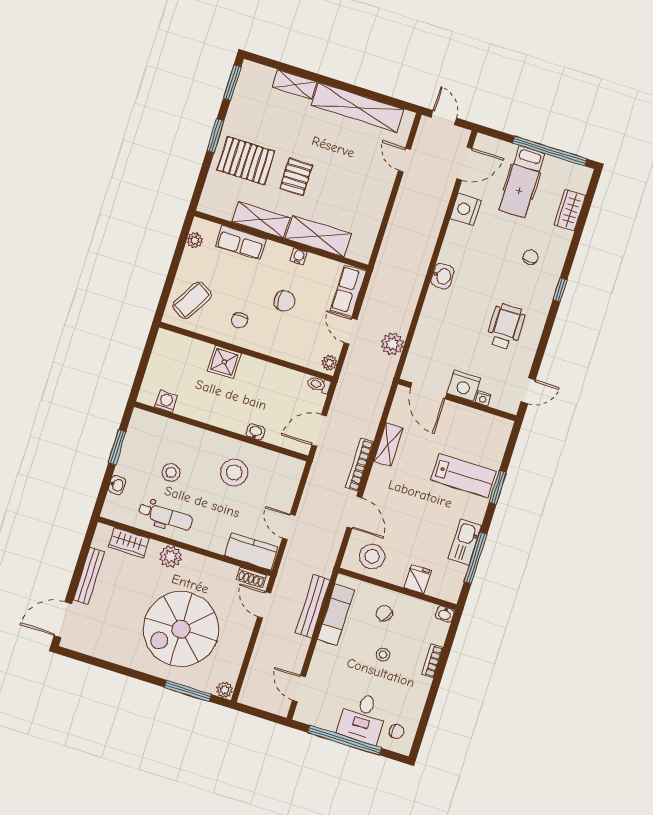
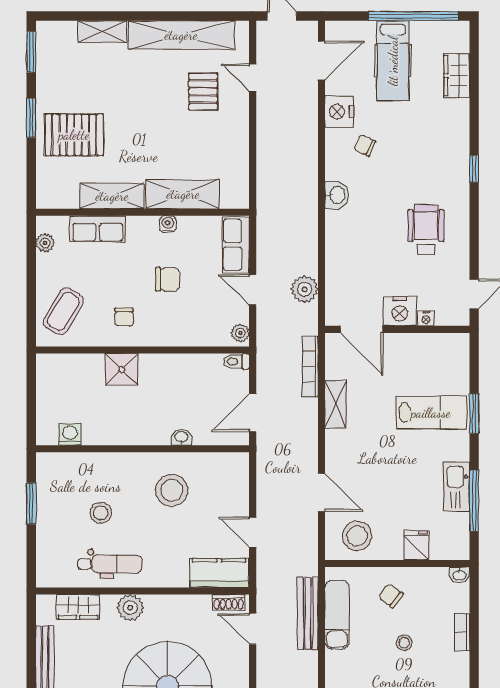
pallet: (296, 177) -> (203, 92), moved
chair: (530, 257) -> (365, 145), moved, turned -64
bookcase: (359, 465) -> (310, 367), moved
washbasin: (117, 485) -> (44, 546), removed

